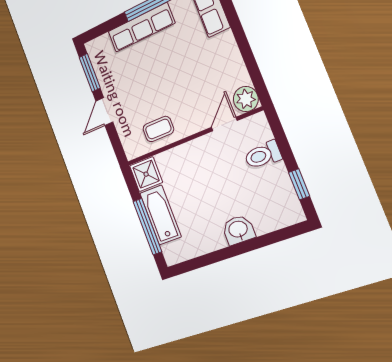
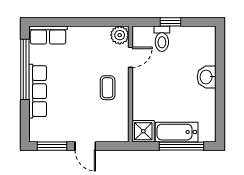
door: (224, 124) -> (130, 57), swing flipped
coffee table: (158, 129) -> (108, 88), moved
window: (299, 184) -> (170, 22), moved

